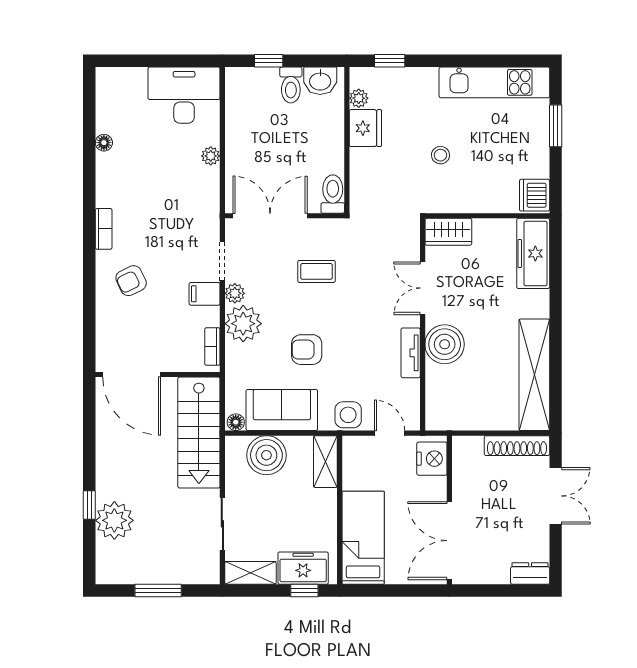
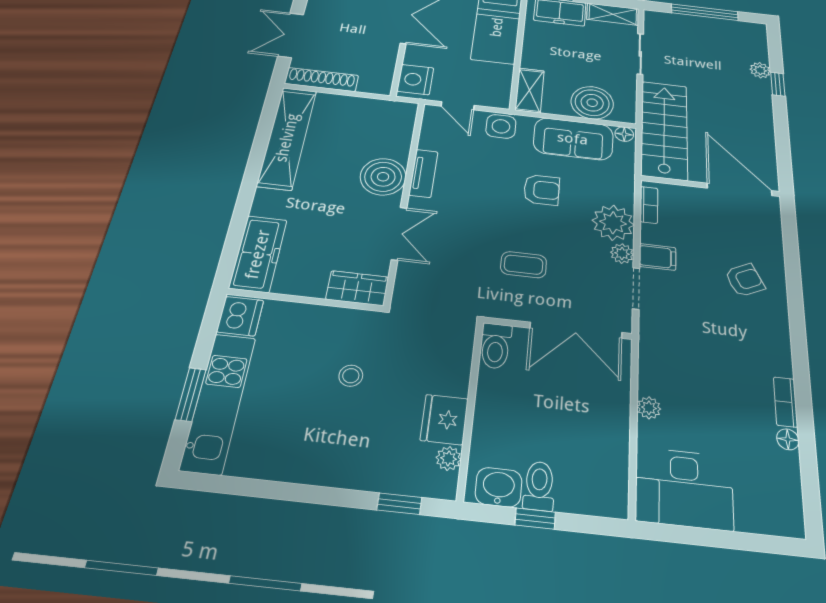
window: (269, 61) -> (535, 519), moved
kitchen unit: (494, 82) -> (218, 402), moved, turned 90
bookcase: (104, 229) -> (785, 402), moved
plant: (114, 520) -> (760, 70), width x0.53, depth x0.53
window: (158, 591) -> (705, 12), width x1.44

